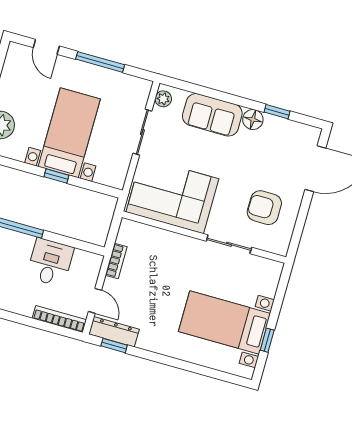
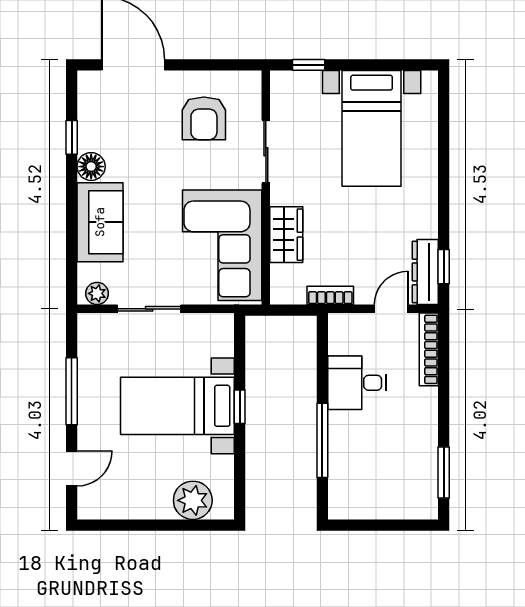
wardrobe: (167, 242) -> (286, 235), added
window: (267, 340) -> (309, 65), moved

